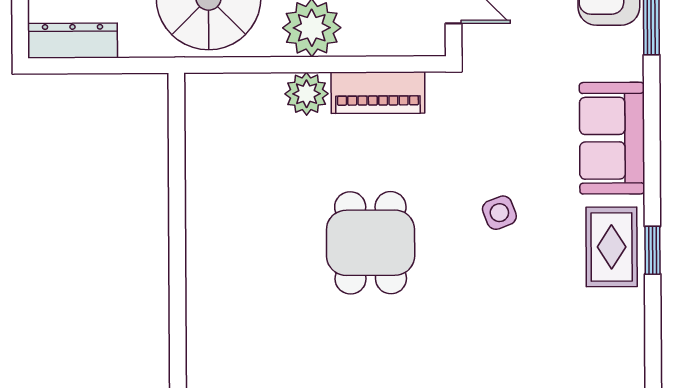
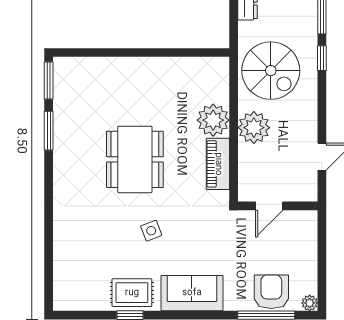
plant: (307, 94) -> (213, 120), width x1.36, depth x1.36
dining table: (371, 243) -> (135, 159), width x1.38

